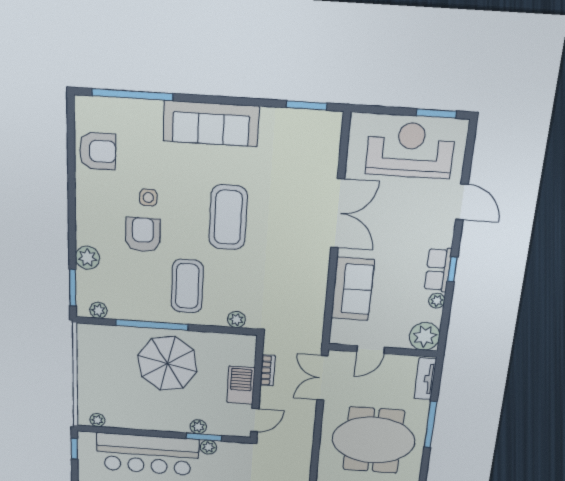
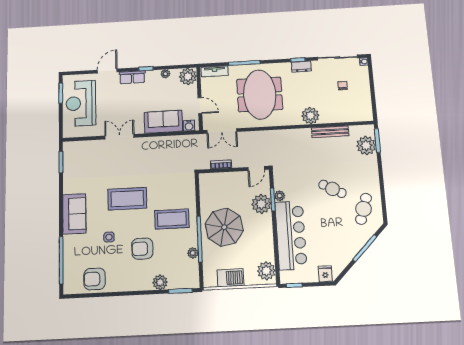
sofa: (211, 124) -> (74, 214), width x0.73
armchair: (98, 151) -> (95, 279), turned -90
side table: (148, 198) -> (109, 237), moved
double door: (338, 213) -> (119, 137), width x0.73
row of seats: (438, 270) -> (132, 77), moved
plant: (98, 310) -> (193, 253), moved
plant: (236, 320) -> (190, 187), removed
water cooler: (339, 329) -> (189, 126), added
barbecue: (241, 385) -> (230, 278), moved, turned 180
plant: (97, 420) -> (266, 271), width x1.88, depth x1.88
door: (255, 420) -> (256, 168), swing flipped
plant: (198, 427) -> (261, 204), width x1.88, depth x1.88

